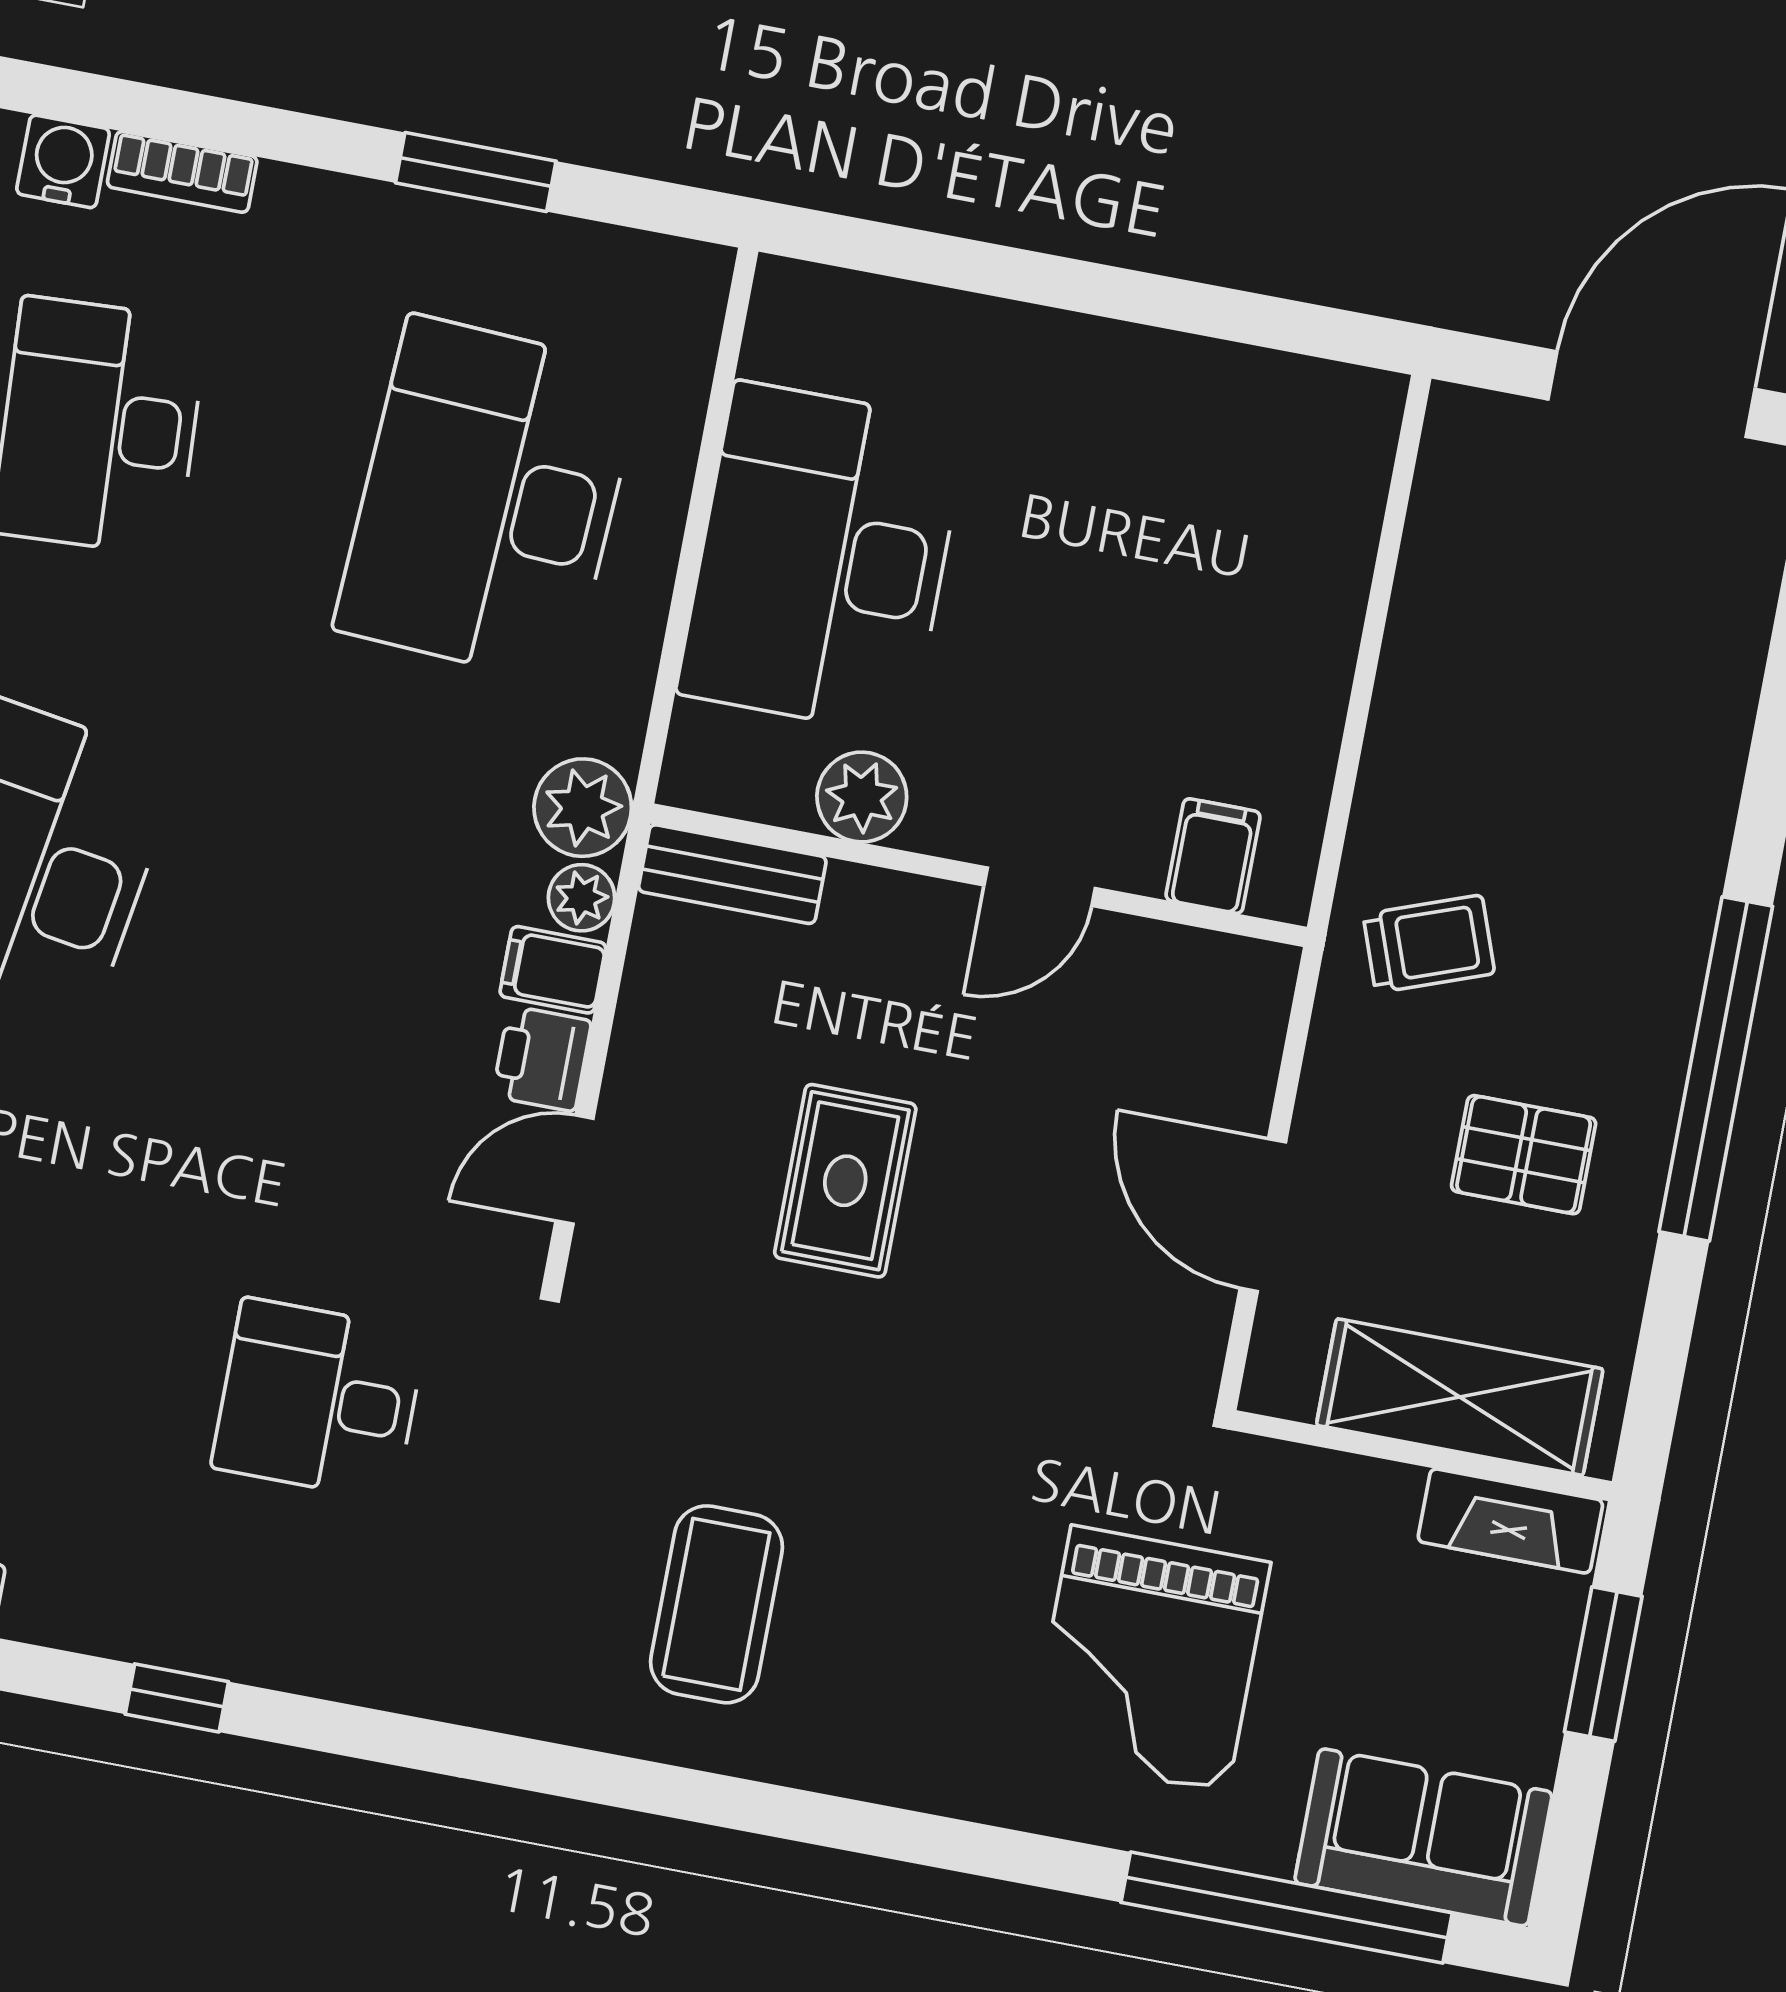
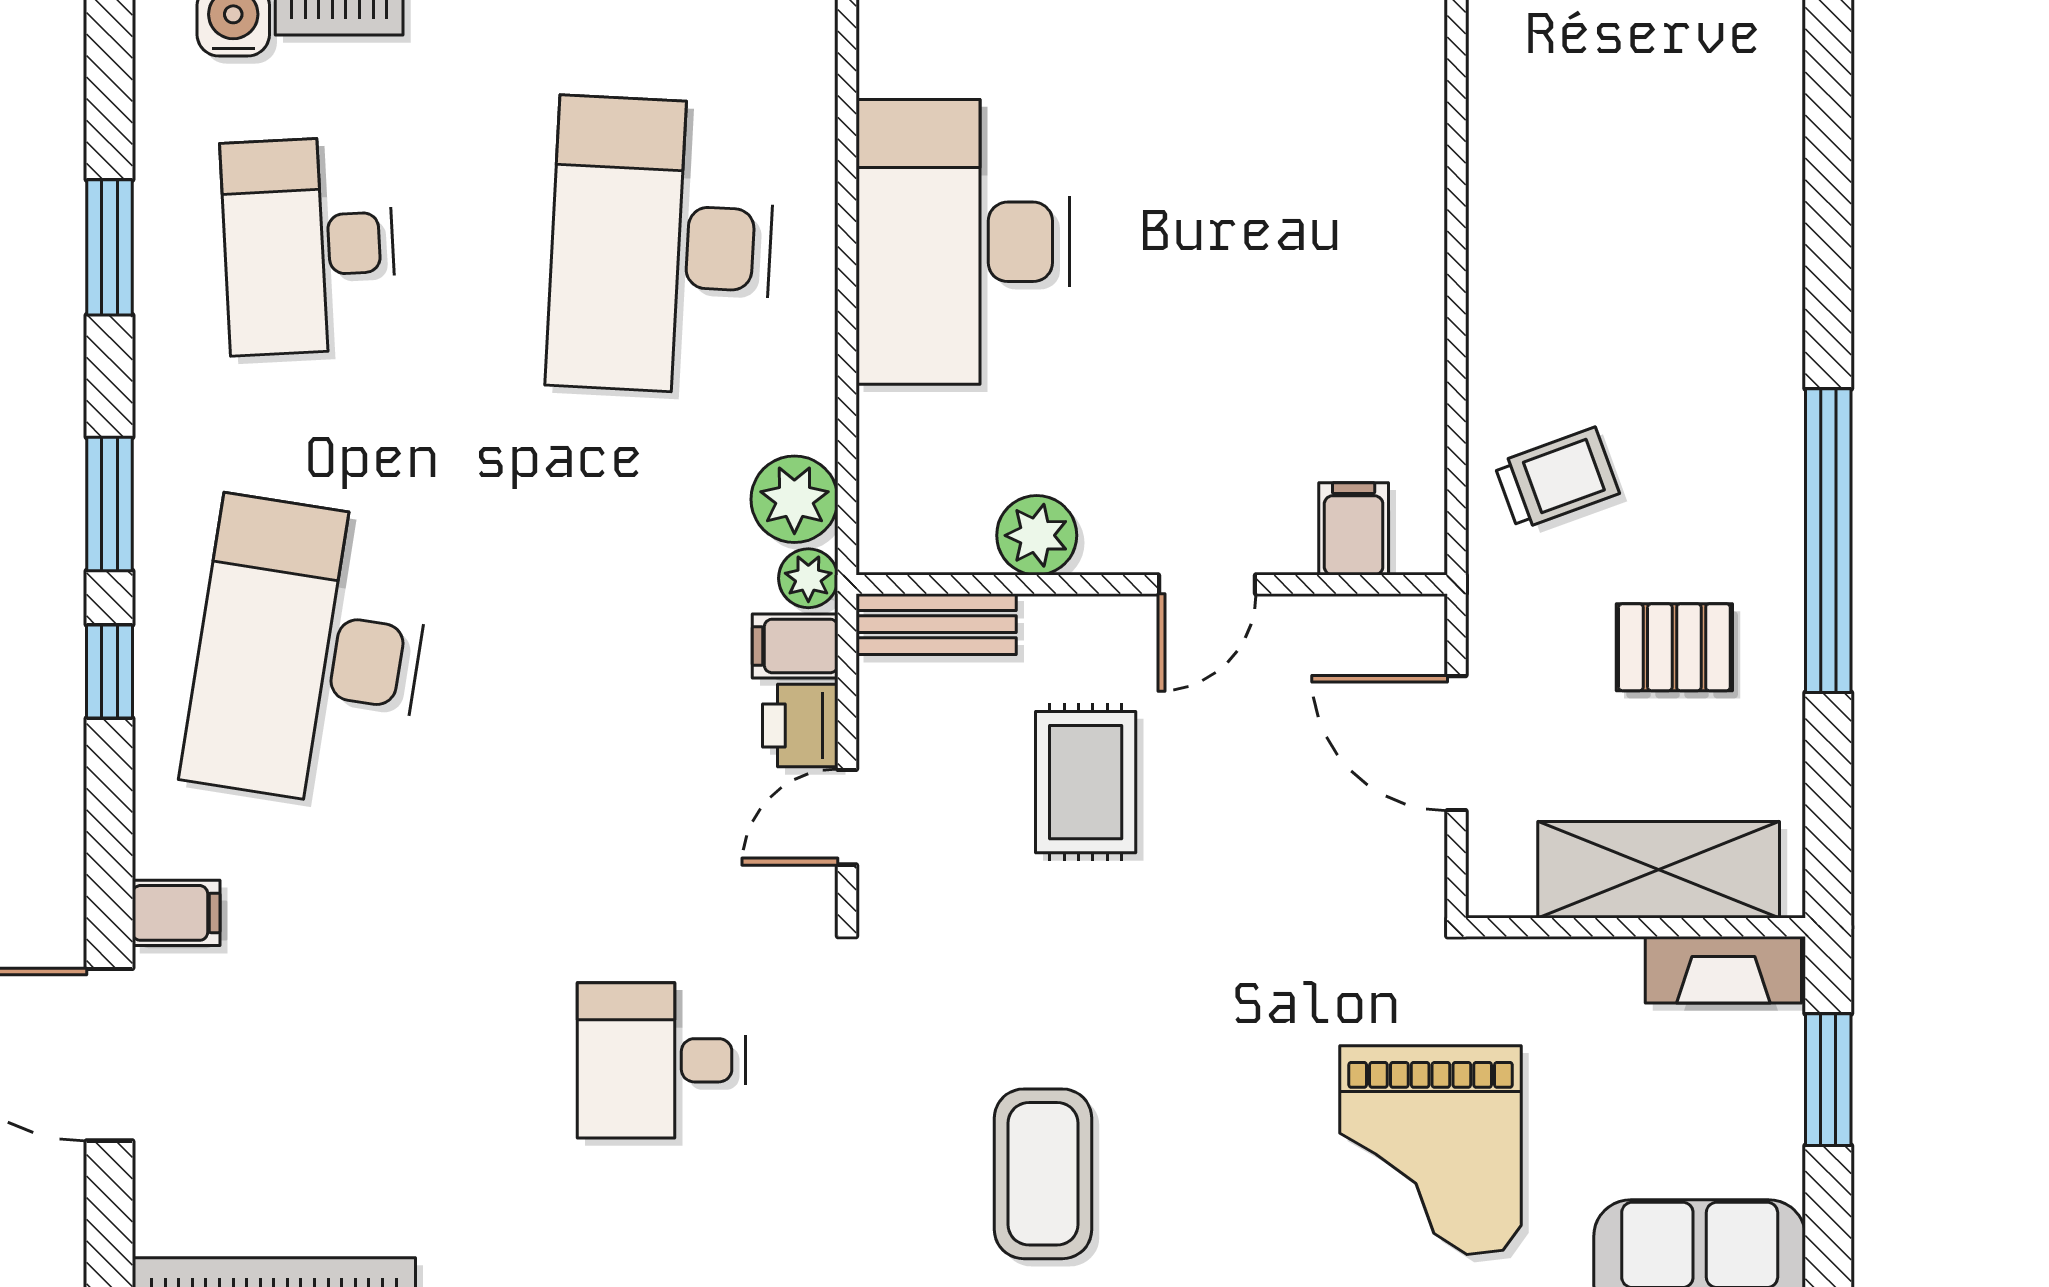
plant: (862, 797) -> (1037, 535), moved
filing cabinet: (1213, 856) -> (1354, 529), moved
bench: (732, 874) -> (936, 624), moved
wall: (979, 875) -> (1152, 584), moved
door: (1040, 887) -> (1207, 584), moved

